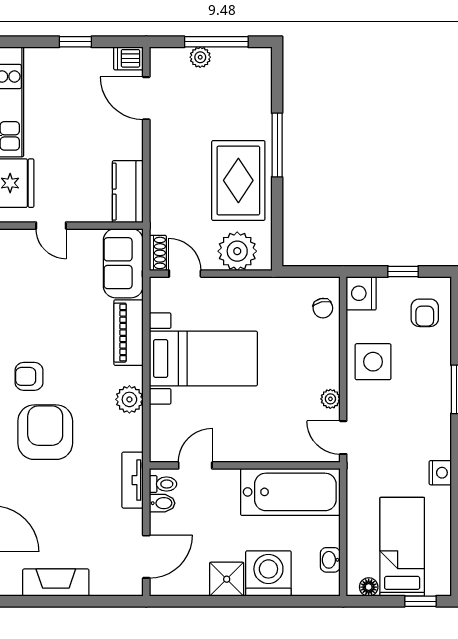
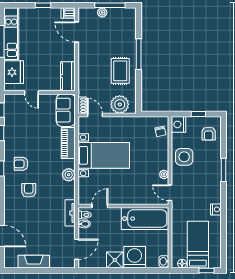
rug: (238, 180) -> (120, 71), width x0.73, depth x0.70
armchair: (45, 432) -> (29, 190), width x0.53, depth x0.53
washbasin: (330, 560) -> (164, 261), moved

